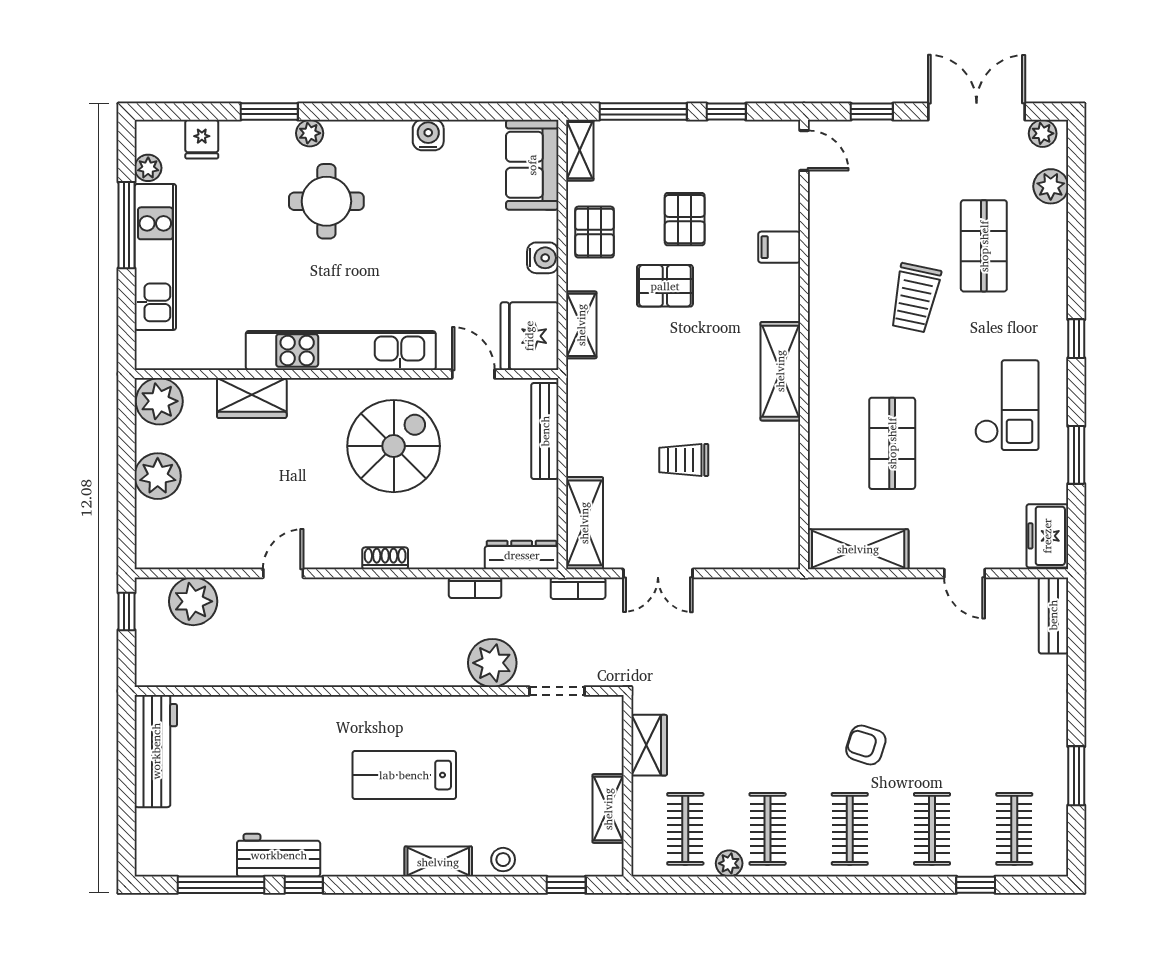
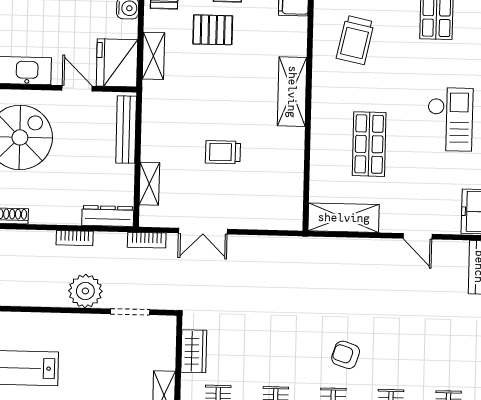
trolley: (915, 298) -> (355, 40), moved
shelving: (584, 523) -> (149, 184), width x0.67, depth x0.75

